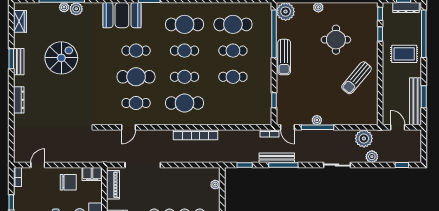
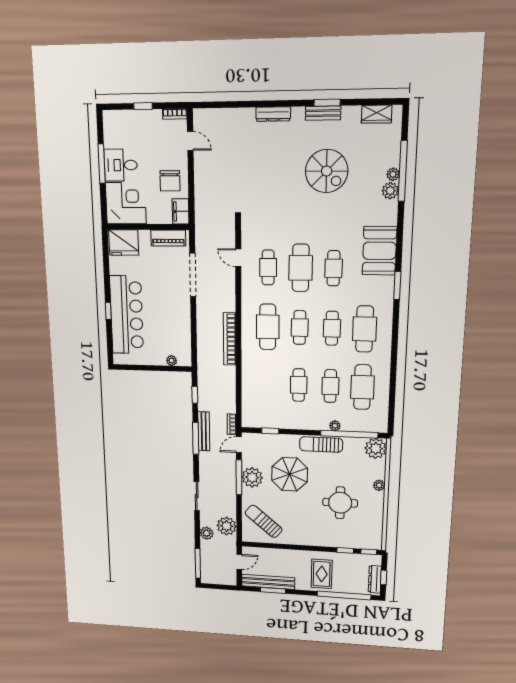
plant: (267, 46) -> (335, 426), added
sun lounger: (357, 78) -> (264, 521), moved
parasol: (312, 83) -> (290, 474), added
plant: (317, 120) -> (252, 477), width x1.88, depth x1.88
window: (402, 165) -> (198, 563), width x2.17

